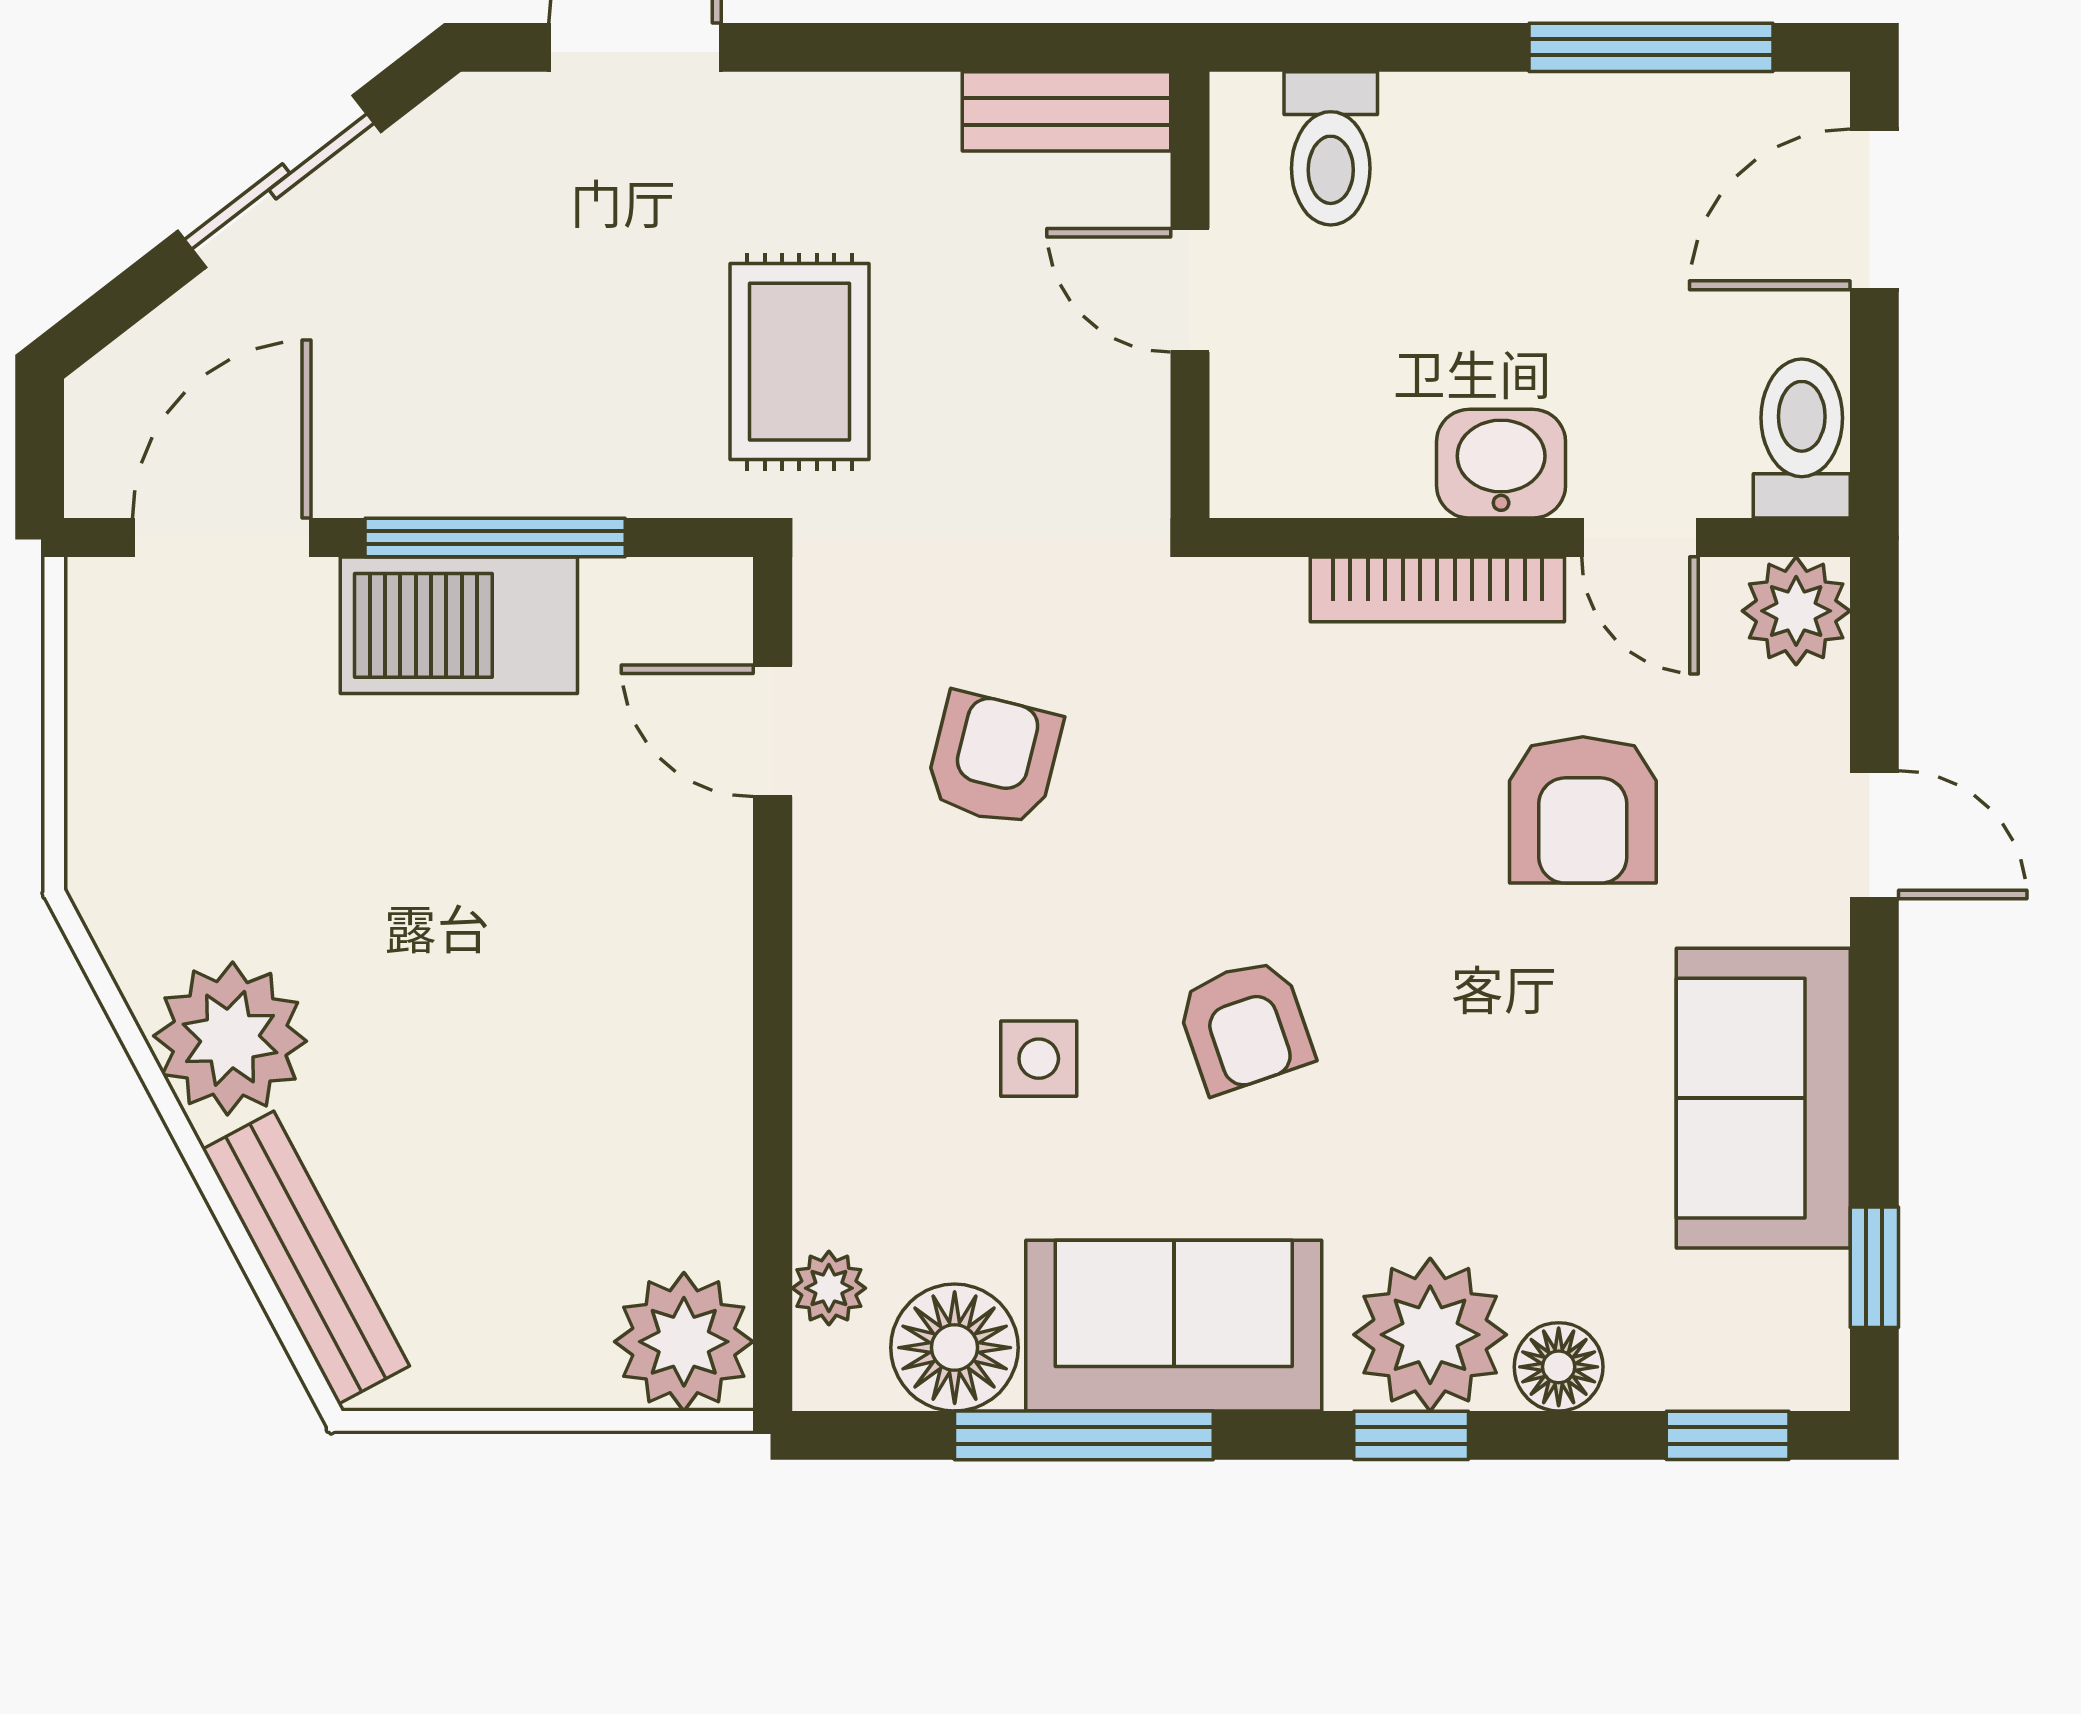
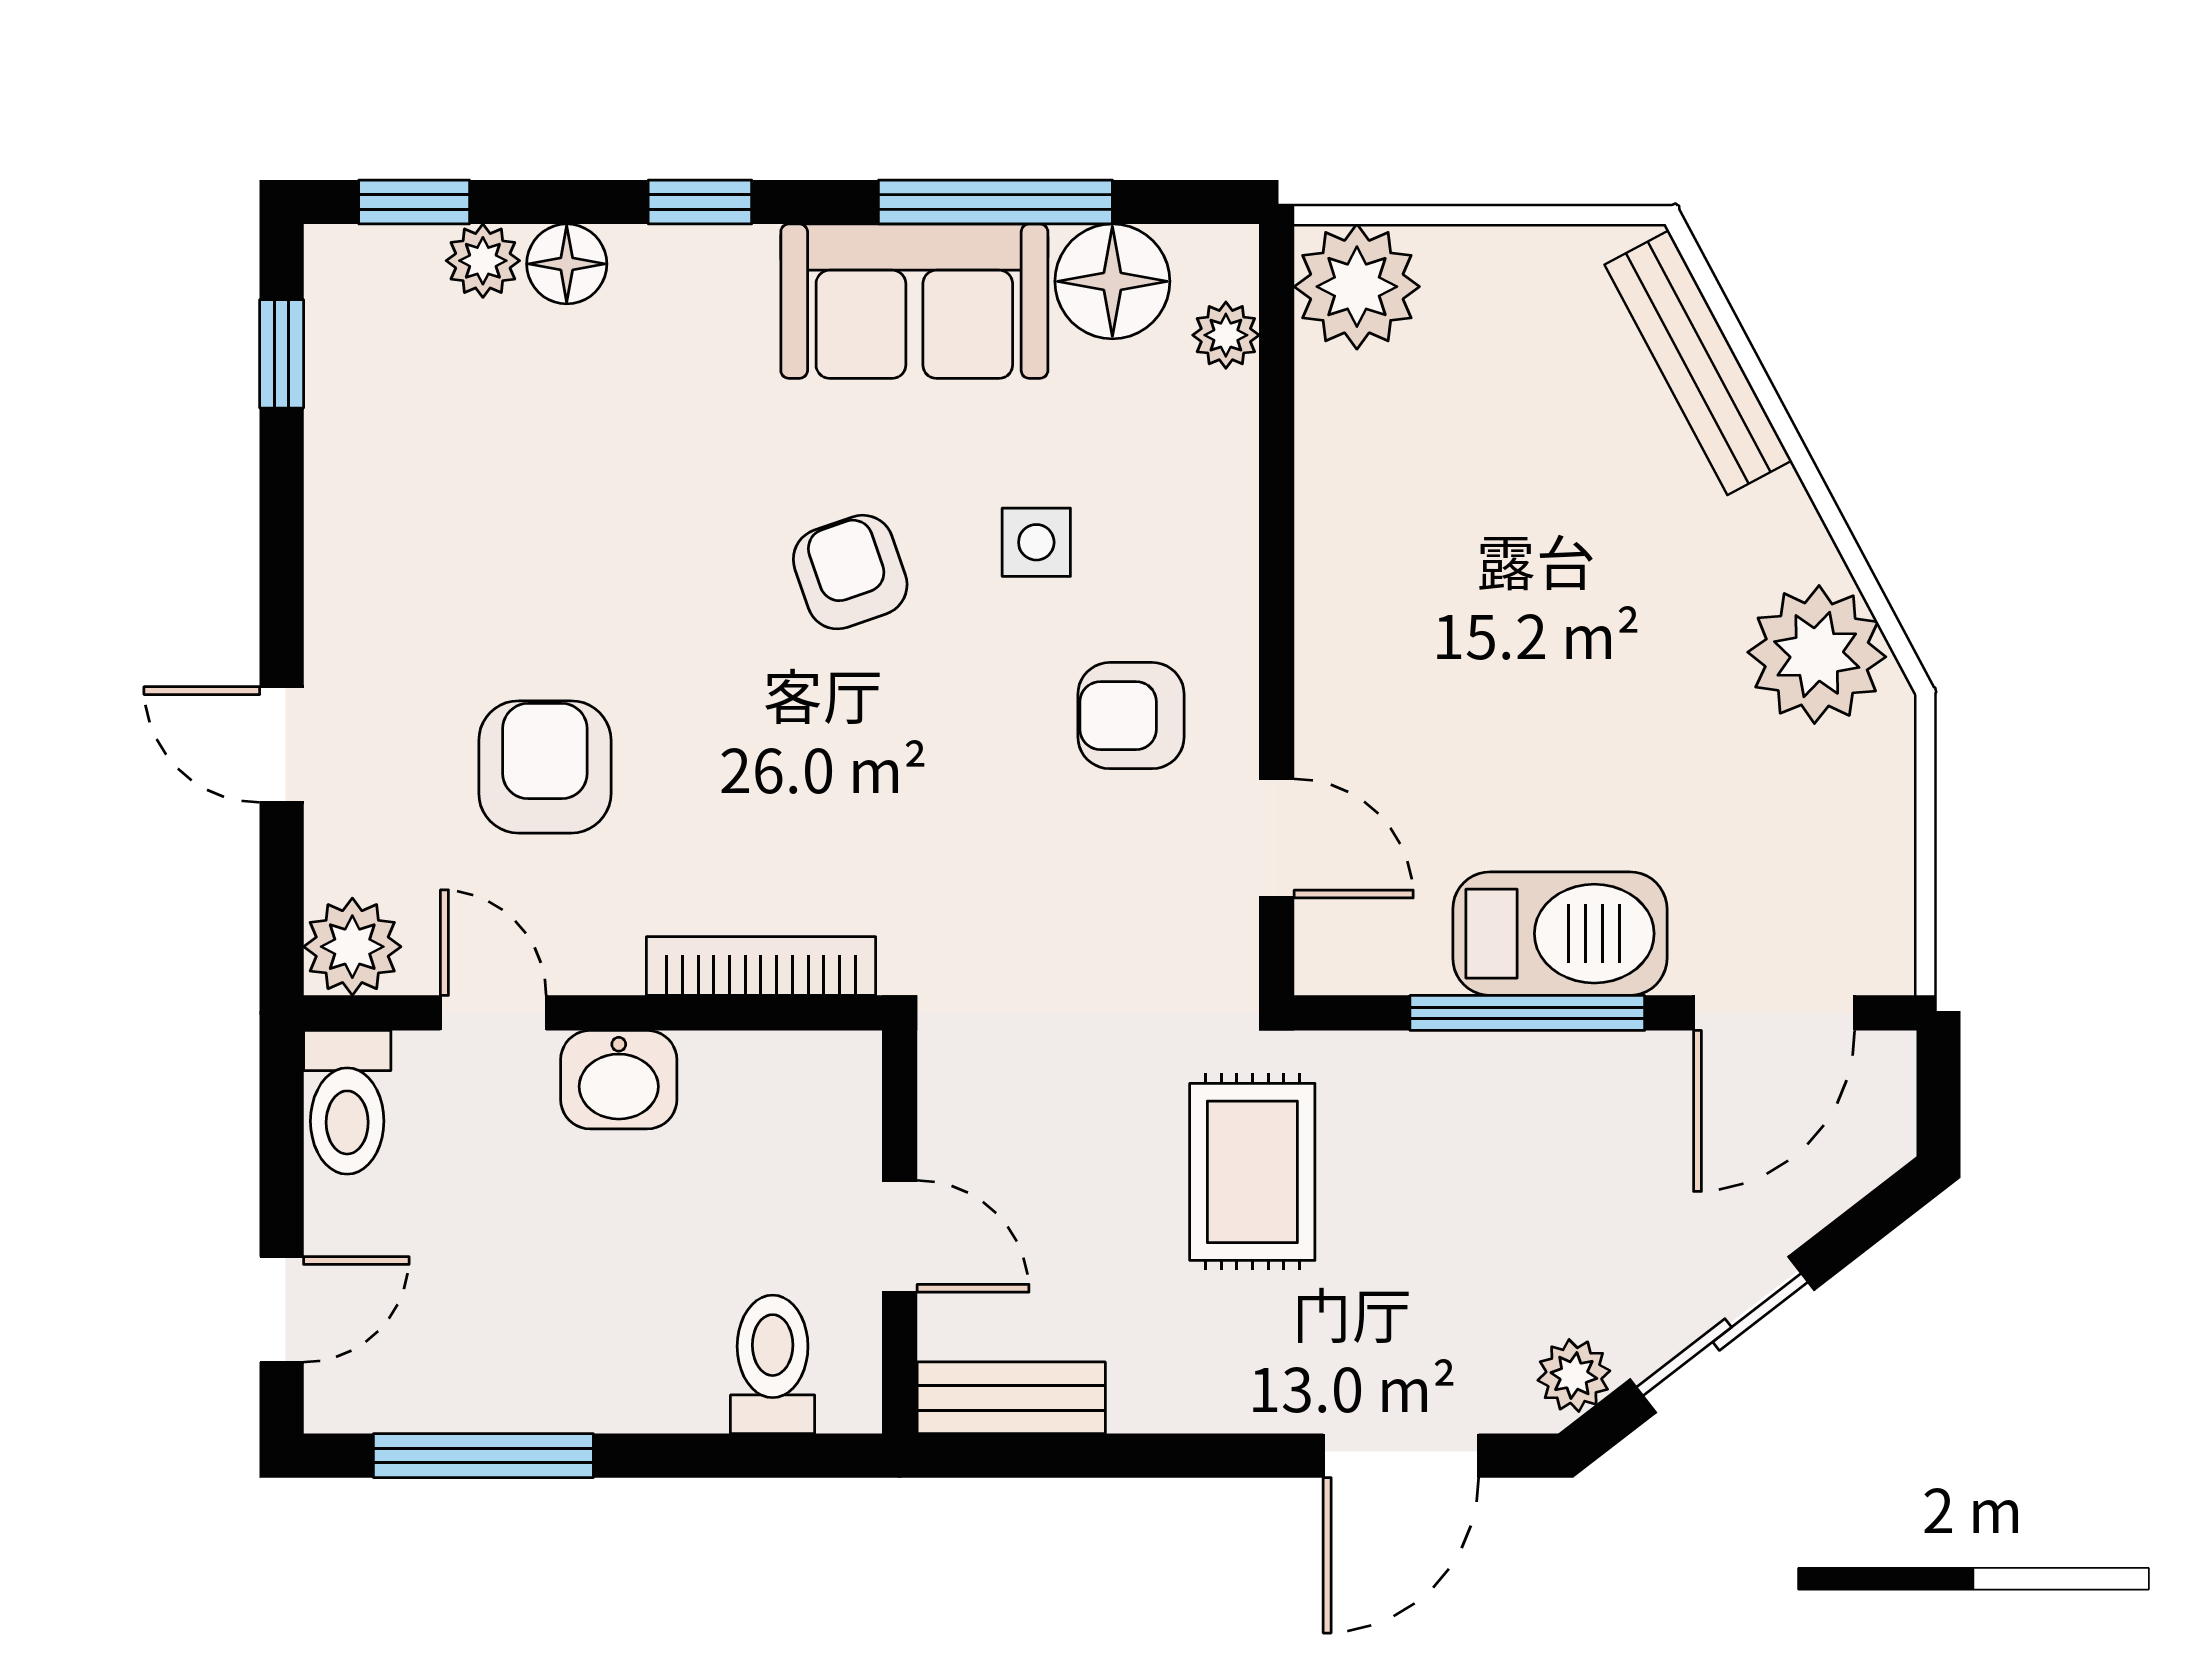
plant: (443, 136) -> (1574, 1375), added
door: (1874, 209) -> (282, 1309), width x0.73
bookcase: (1437, 589) -> (761, 966), moved
armchair: (994, 759) -> (1131, 716), moved, turned 76
plant: (230, 1038) -> (1817, 654), moved
sofa: (1763, 1098) -> (382, 507), removed
plant: (1430, 1335) -> (483, 261), moved, width x0.53, depth x0.53

